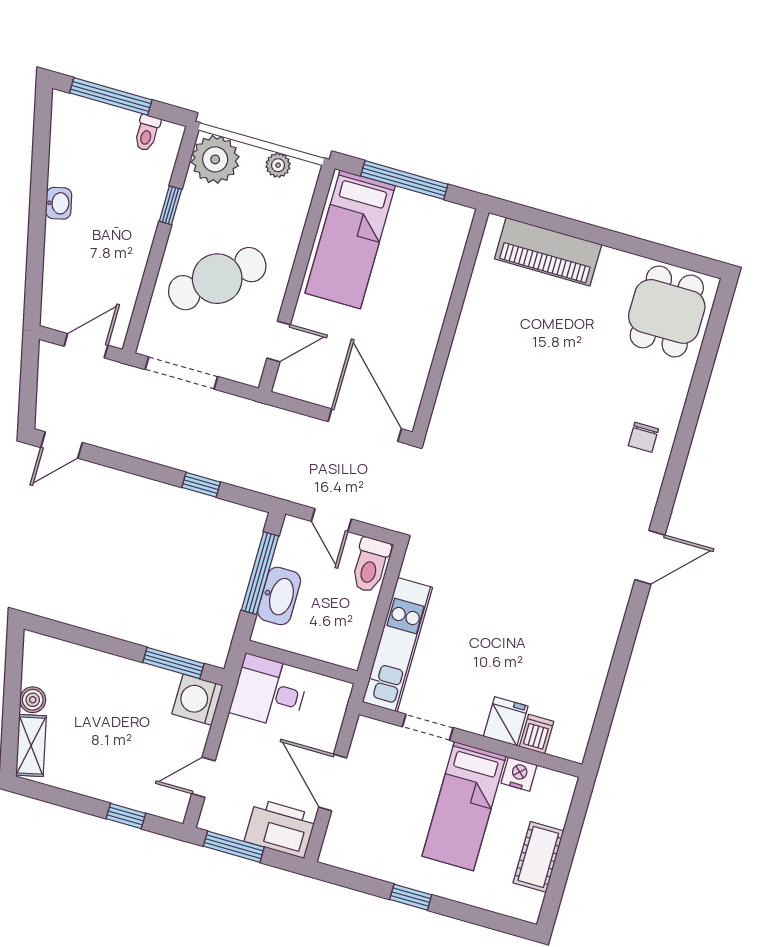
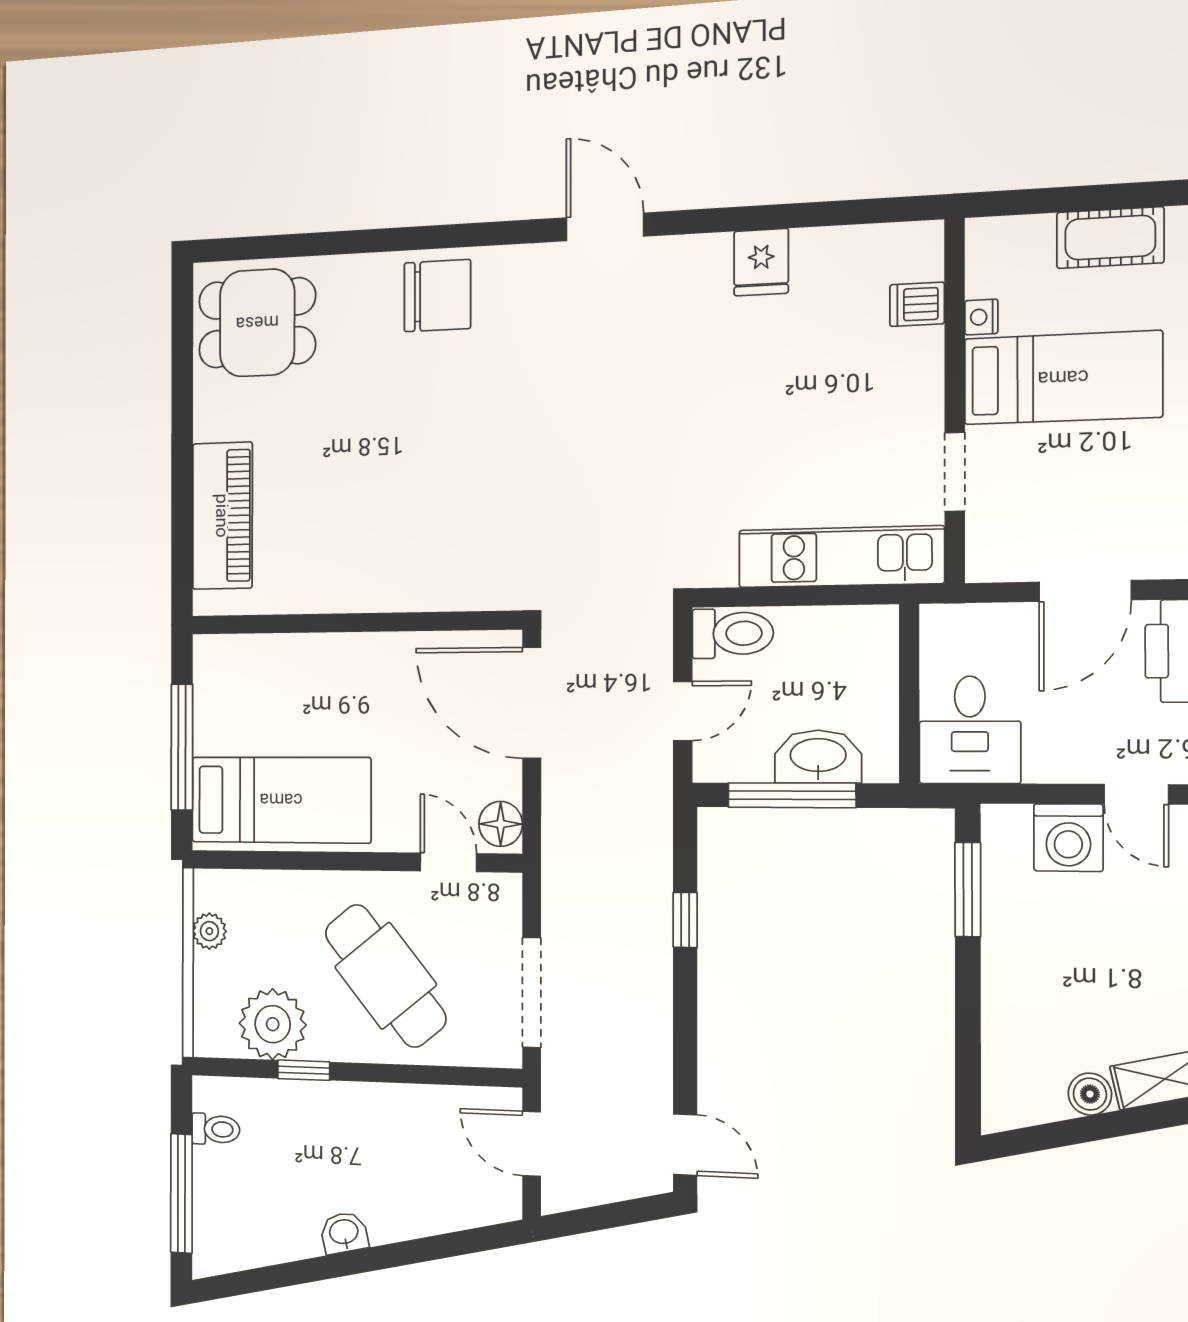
plant: (215, 159) -> (273, 1024), moved
floor lamp: (294, 383) -> (501, 824), added
door: (365, 425) -> (532, 703), hinge flipped
chair: (643, 437) -> (437, 296), width x1.87, depth x1.87
washing machine: (197, 700) -> (1068, 838), moved
fridge: (506, 721) -> (761, 262), moved, turned -90
nightstand: (519, 774) -> (981, 317), width x0.72, depth x0.74

